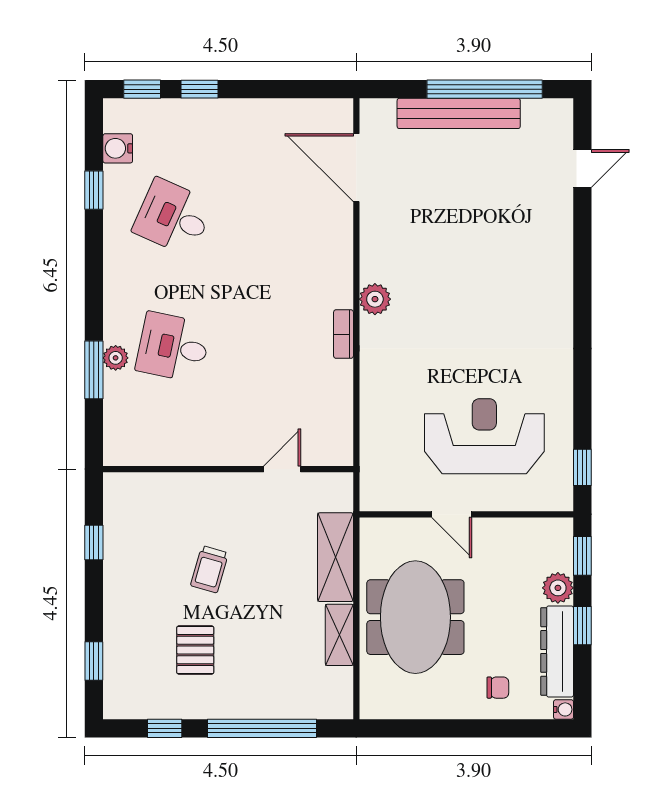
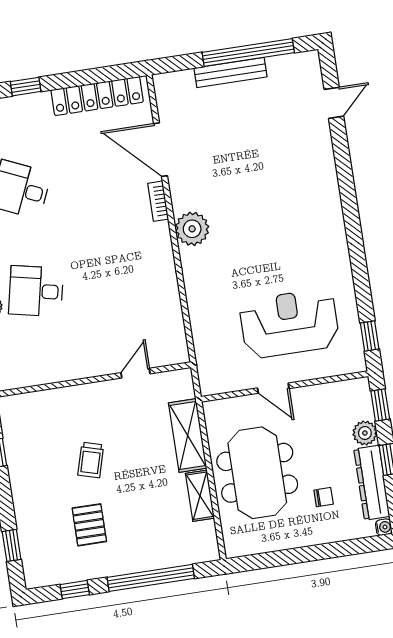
bench: (459, 113) -> (230, 72), width x0.73, depth x0.82
locker: (287, 115) -> (97, 96), added
door: (356, 168) -> (160, 150), moved
plant: (375, 299) -> (192, 229), width x1.36, depth x1.36
bookcase: (344, 334) -> (158, 201), moved
chair: (498, 688) -> (324, 497), moved

